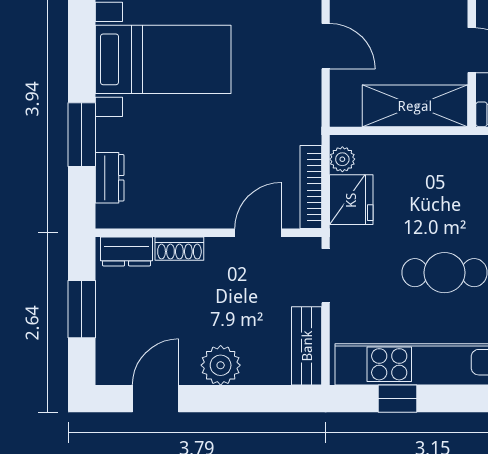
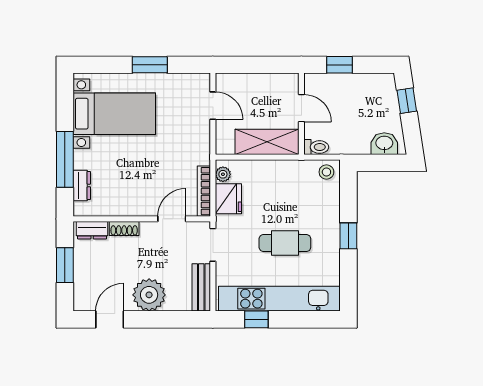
window: (82, 135) -> (65, 159), width x1.44
plant: (221, 365) -> (149, 295), width x1.36, depth x1.36

